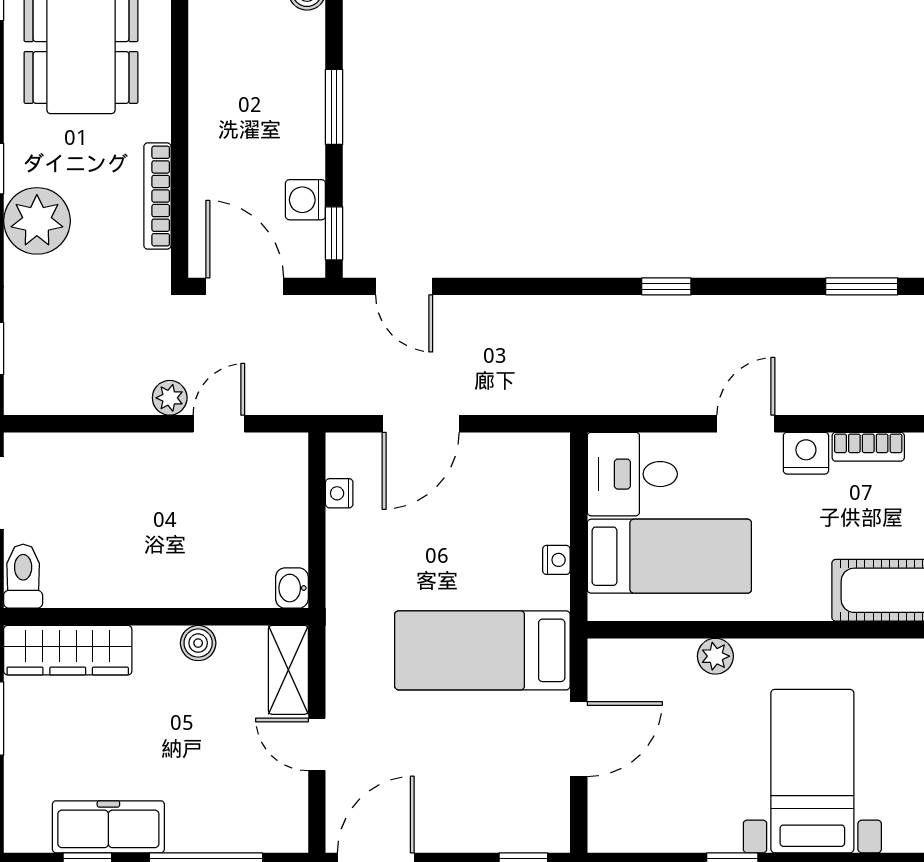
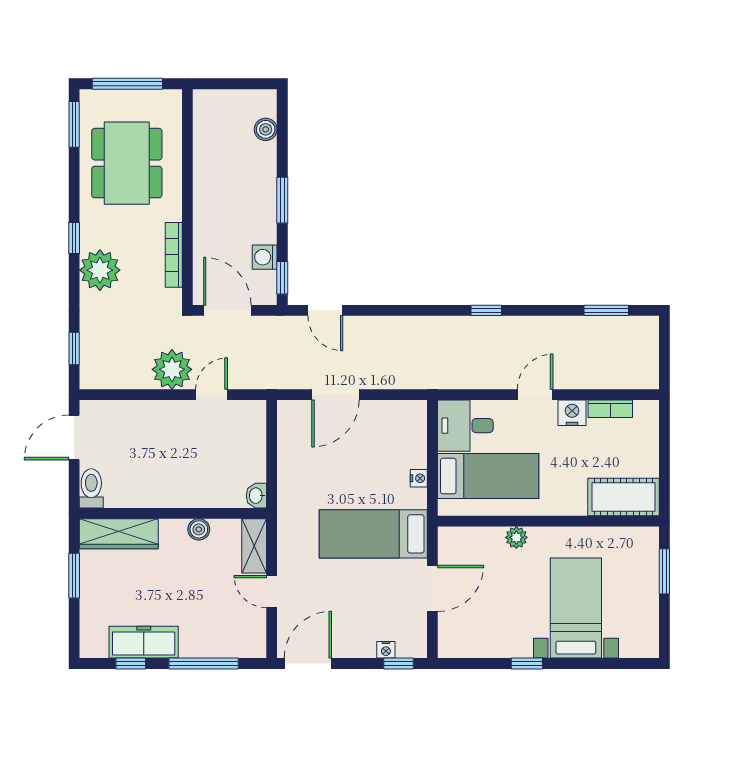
plant: (170, 398) -> (172, 369), width x1.88, depth x1.88
nightstand: (339, 493) -> (386, 650), moved, turned -90

